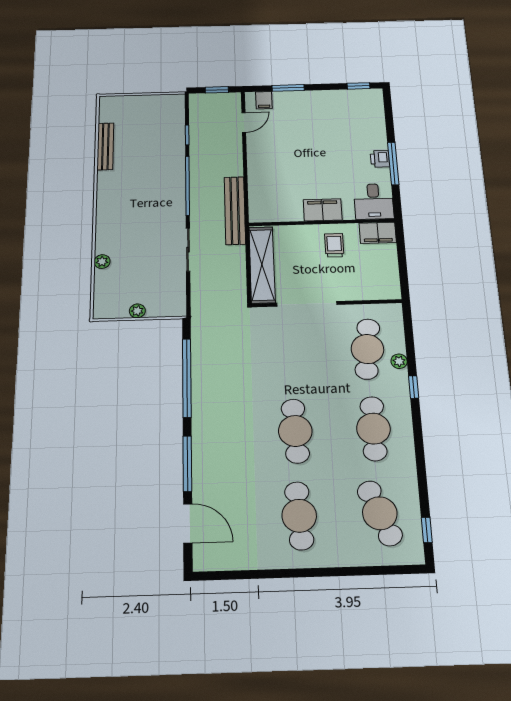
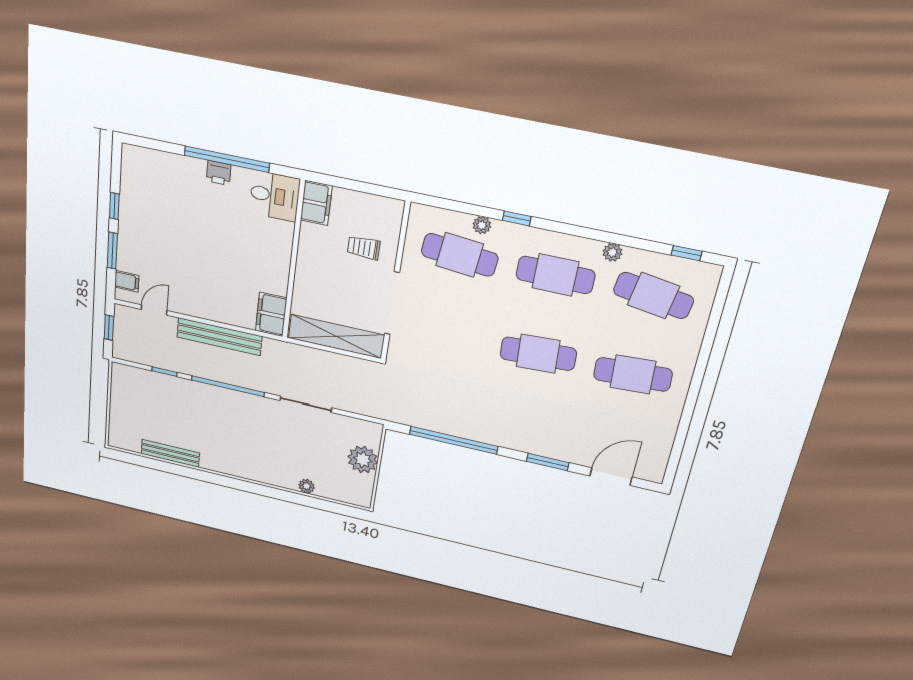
window: (358, 86) -> (114, 206), moved
door: (244, 122) -> (154, 310), hinge flipped
window: (393, 163) -> (227, 159), width x1.46
bench: (235, 210) -> (219, 337), moved
filing cabinet: (323, 210) -> (271, 314), moved
trolley: (334, 245) -> (364, 248), moved
plant: (137, 311) -> (363, 460), width x1.87, depth x1.87
window: (187, 464) -> (548, 462), width x0.69
plant: (408, 470) -> (612, 252), added
cafe table: (380, 513) -> (653, 295), turned 30

